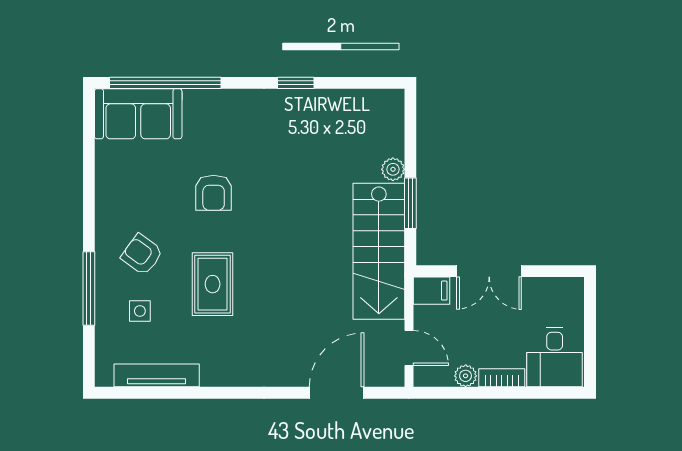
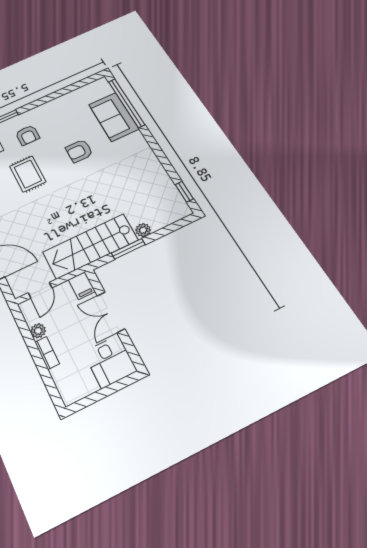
window: (296, 83) -> (184, 192), moved
sofa: (138, 114) -> (114, 117), moved
armchair: (142, 254) -> (28, 135), turned 144
rug: (213, 284) -> (28, 174), turned 90
desk: (555, 357) -> (110, 362), moved, turned -90

